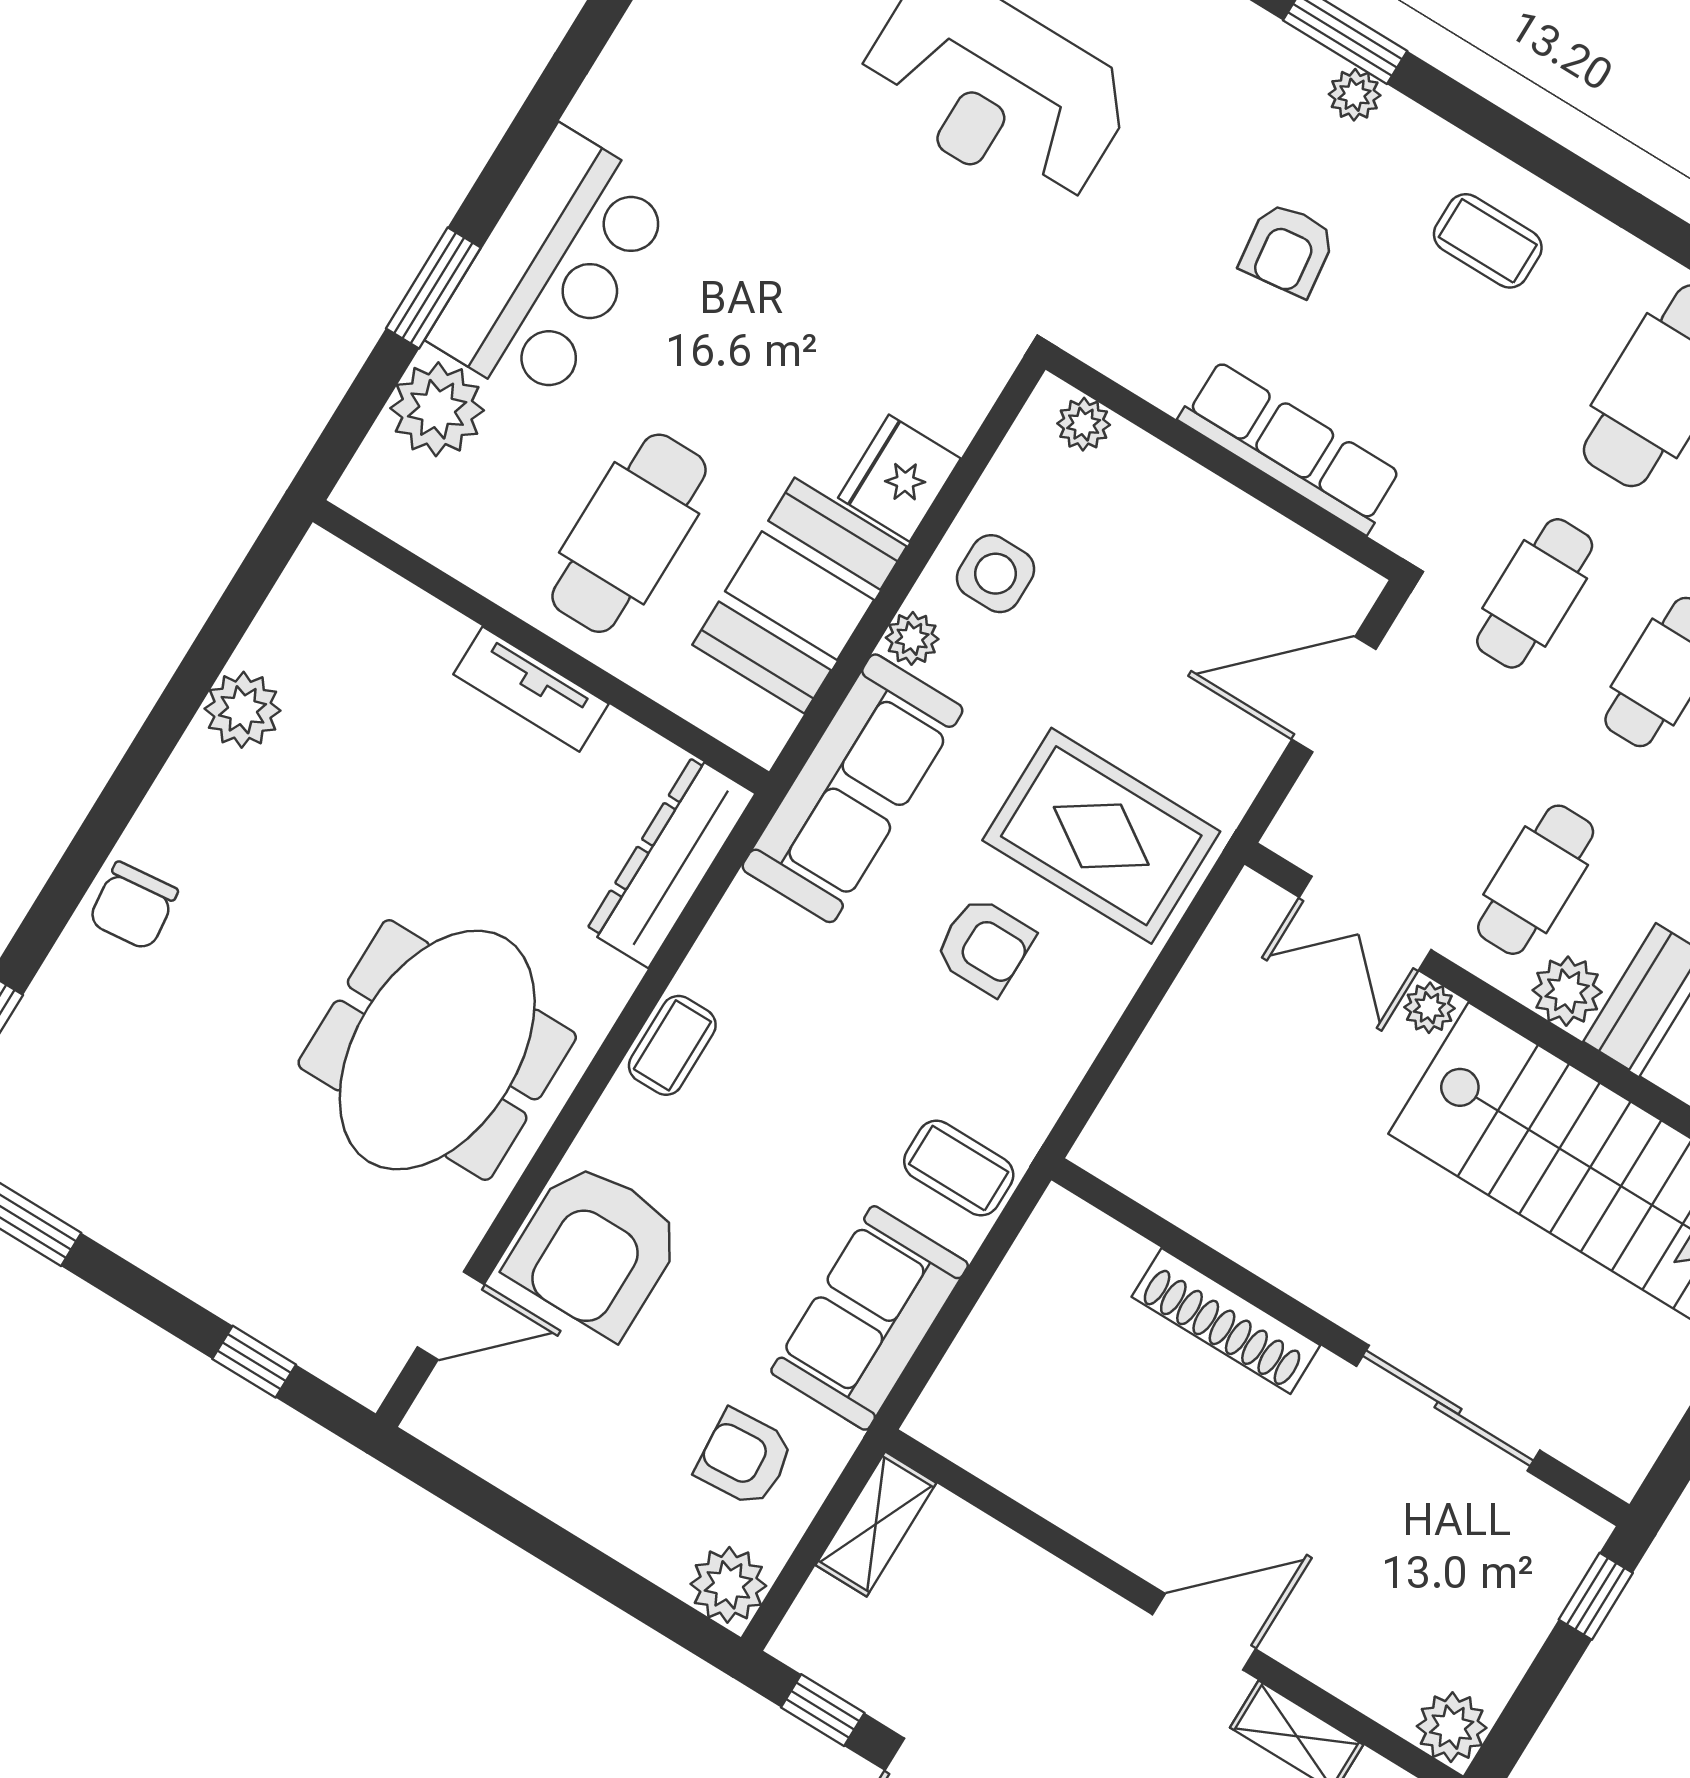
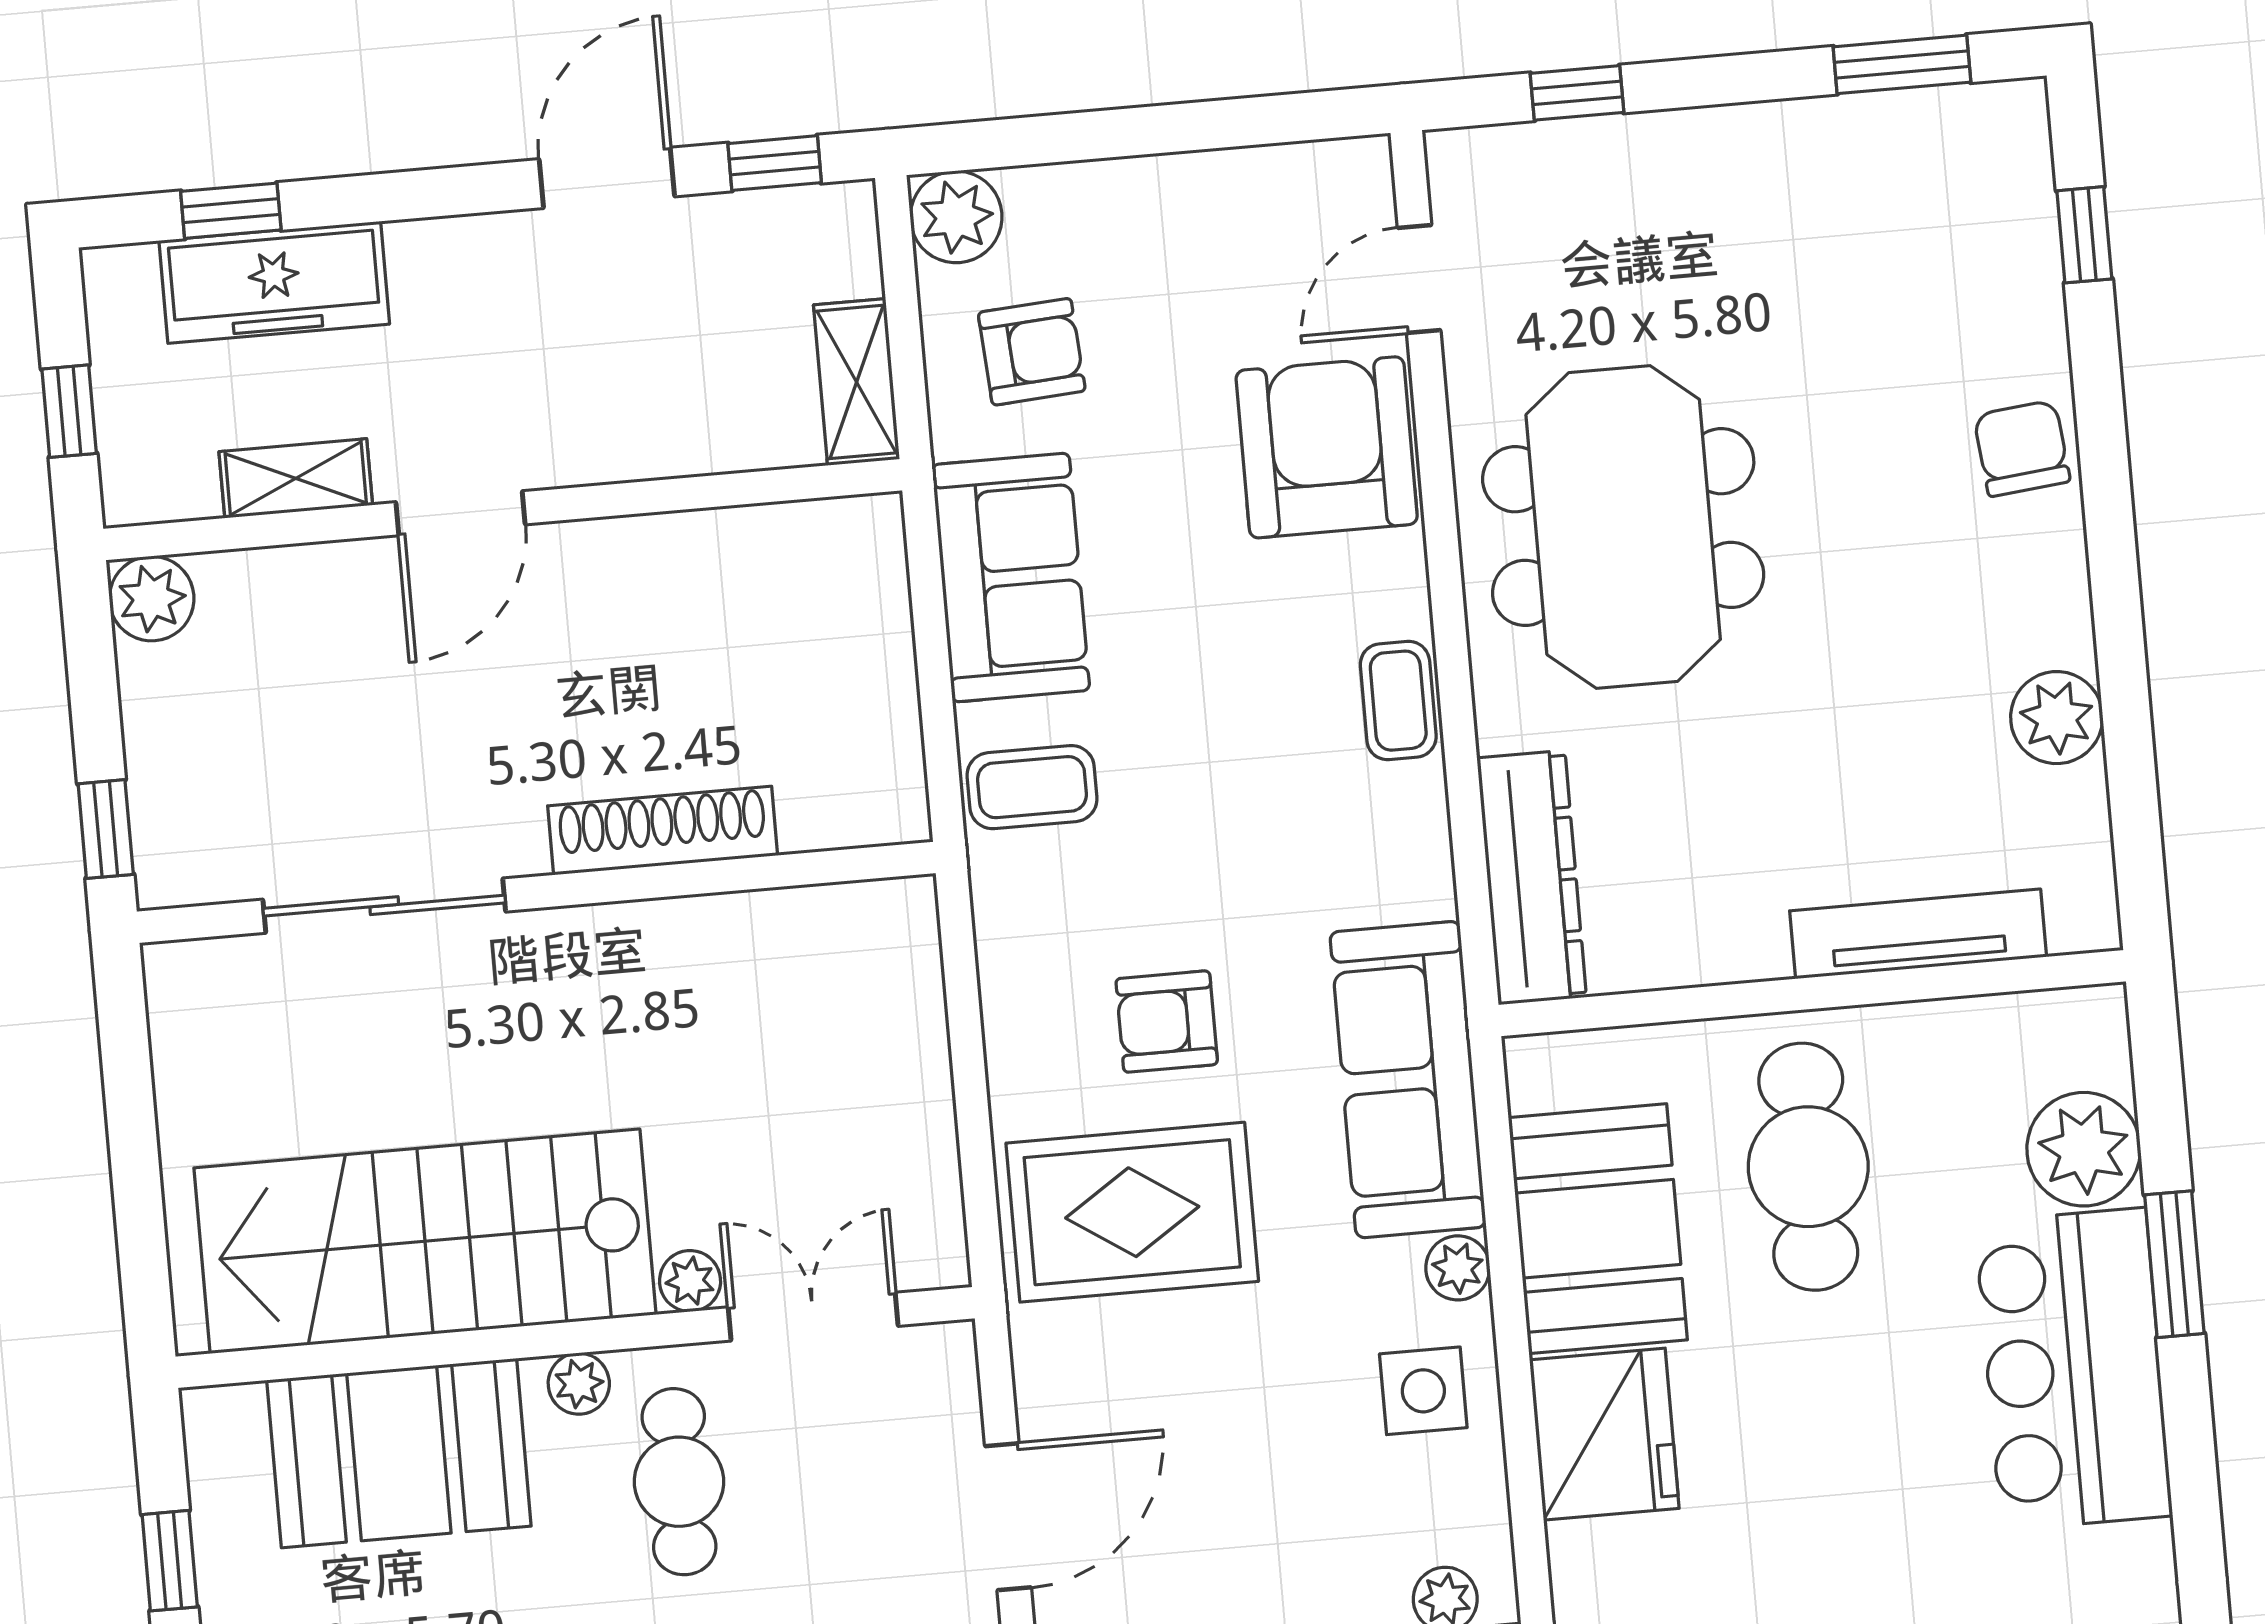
fridge: (899, 478) -> (1604, 1434), width x1.36, depth x1.34
tv unit: (531, 689) -> (1918, 934), moved, width x1.41
plant: (1567, 991) -> (579, 1384), width x0.73, depth x0.73

